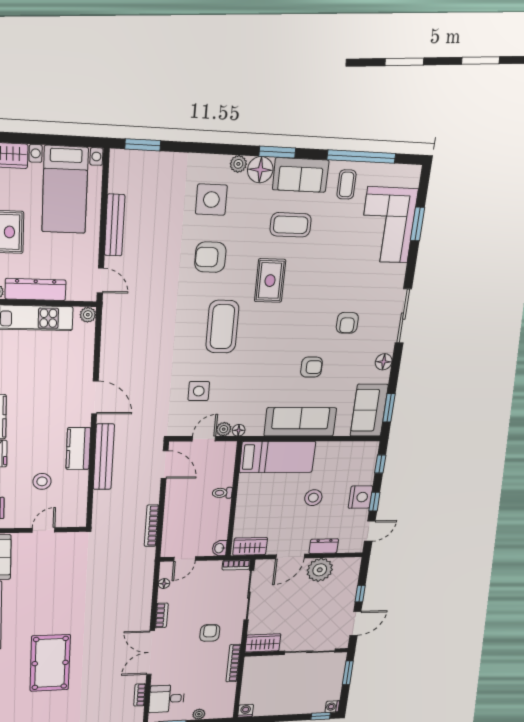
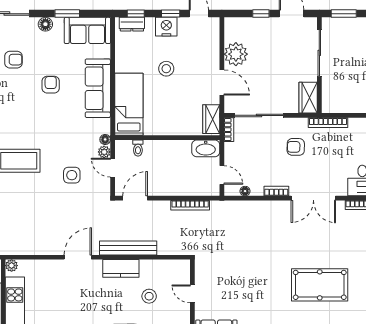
window: (389, 408) -> (67, 14), moved
toilet: (222, 493) -> (138, 148), moved
dresser: (324, 546) -> (132, 24), moved, turned -90
washbasin: (220, 548) -> (206, 148), width x1.91, depth x1.45

